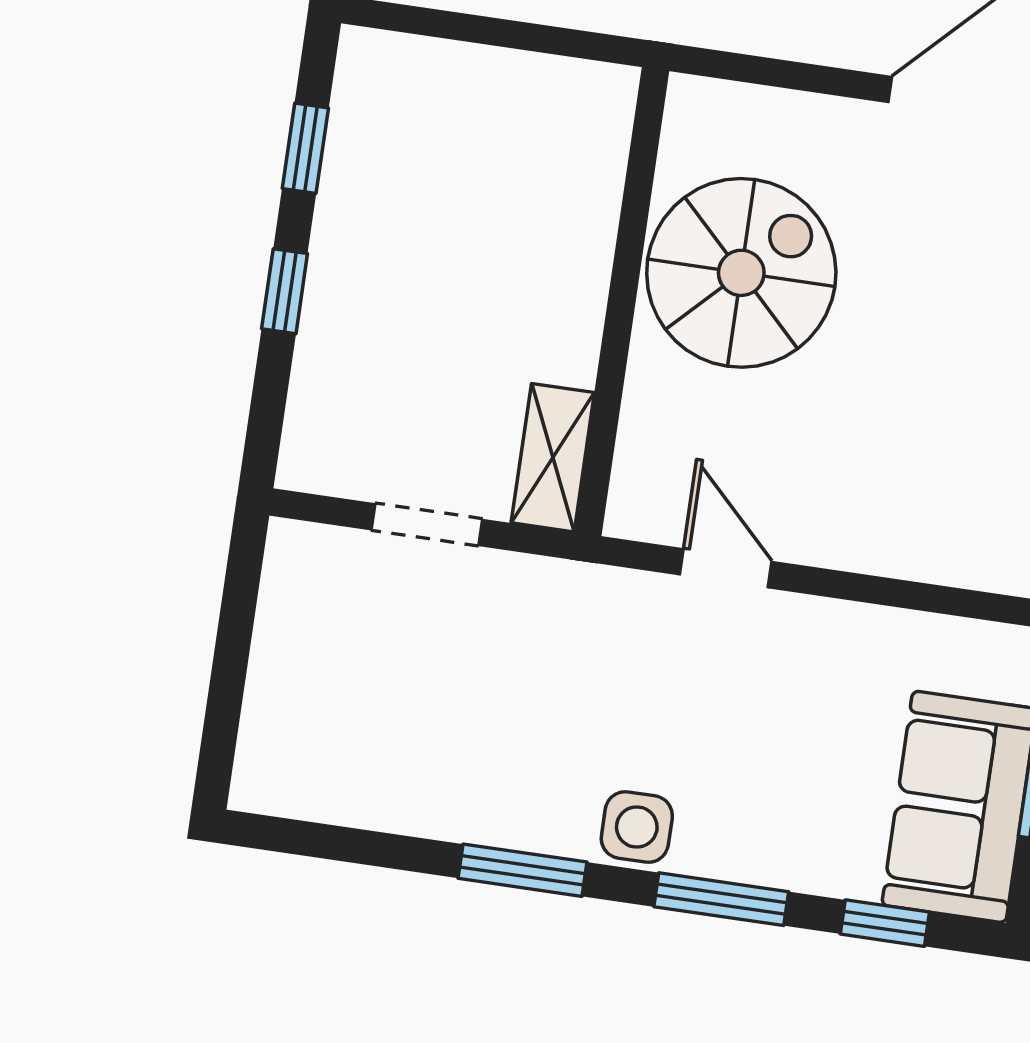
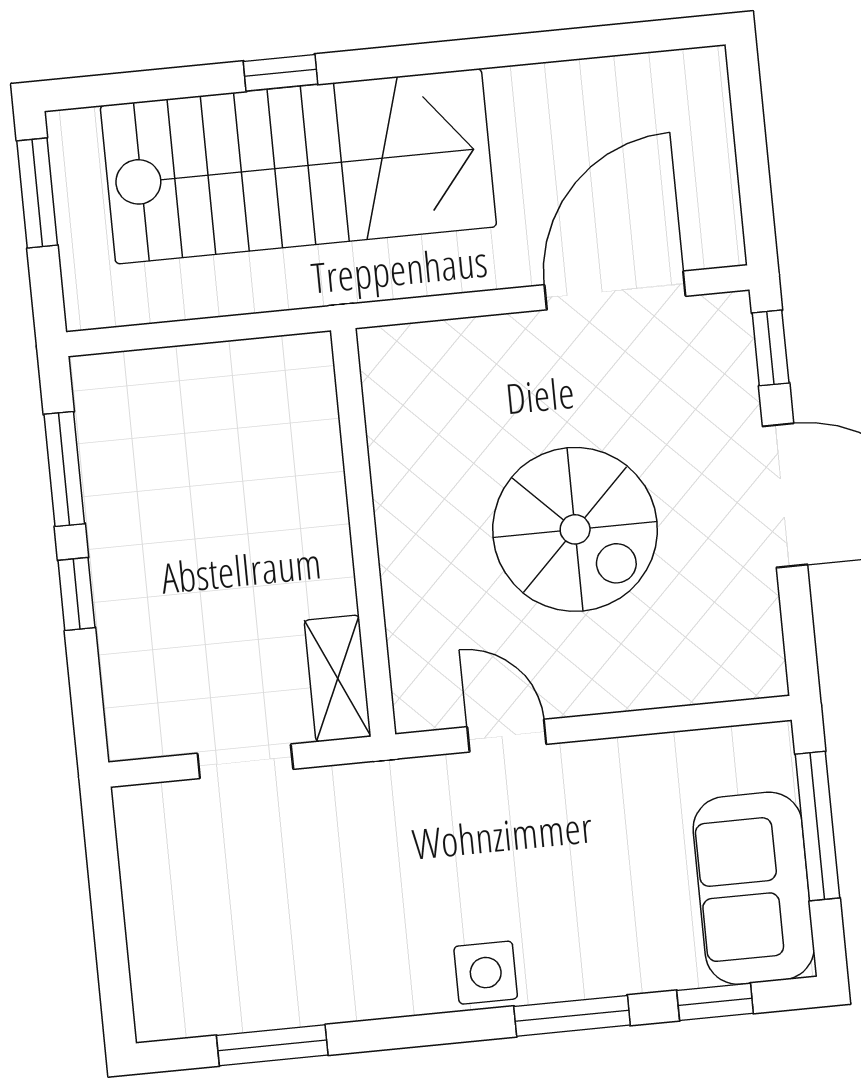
window: (305, 148) -> (64, 469), width x1.50
spiral stairs: (741, 273) -> (575, 529), moved, turned 90
window: (522, 870) -> (272, 1045), moved

